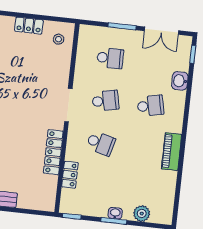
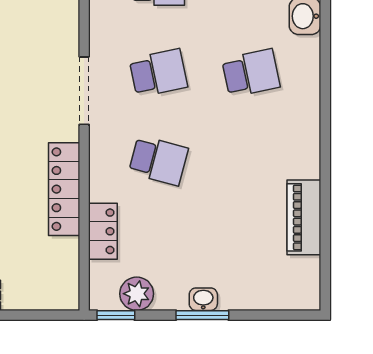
piano: (172, 152) -> (304, 217), moved
plant: (142, 213) -> (137, 294), moved

